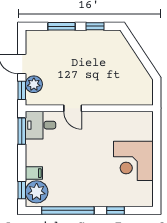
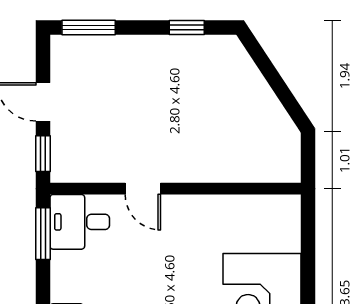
window: (62, 26) -> (89, 28), moved
plant: (34, 84) -> (67, 142), removed

